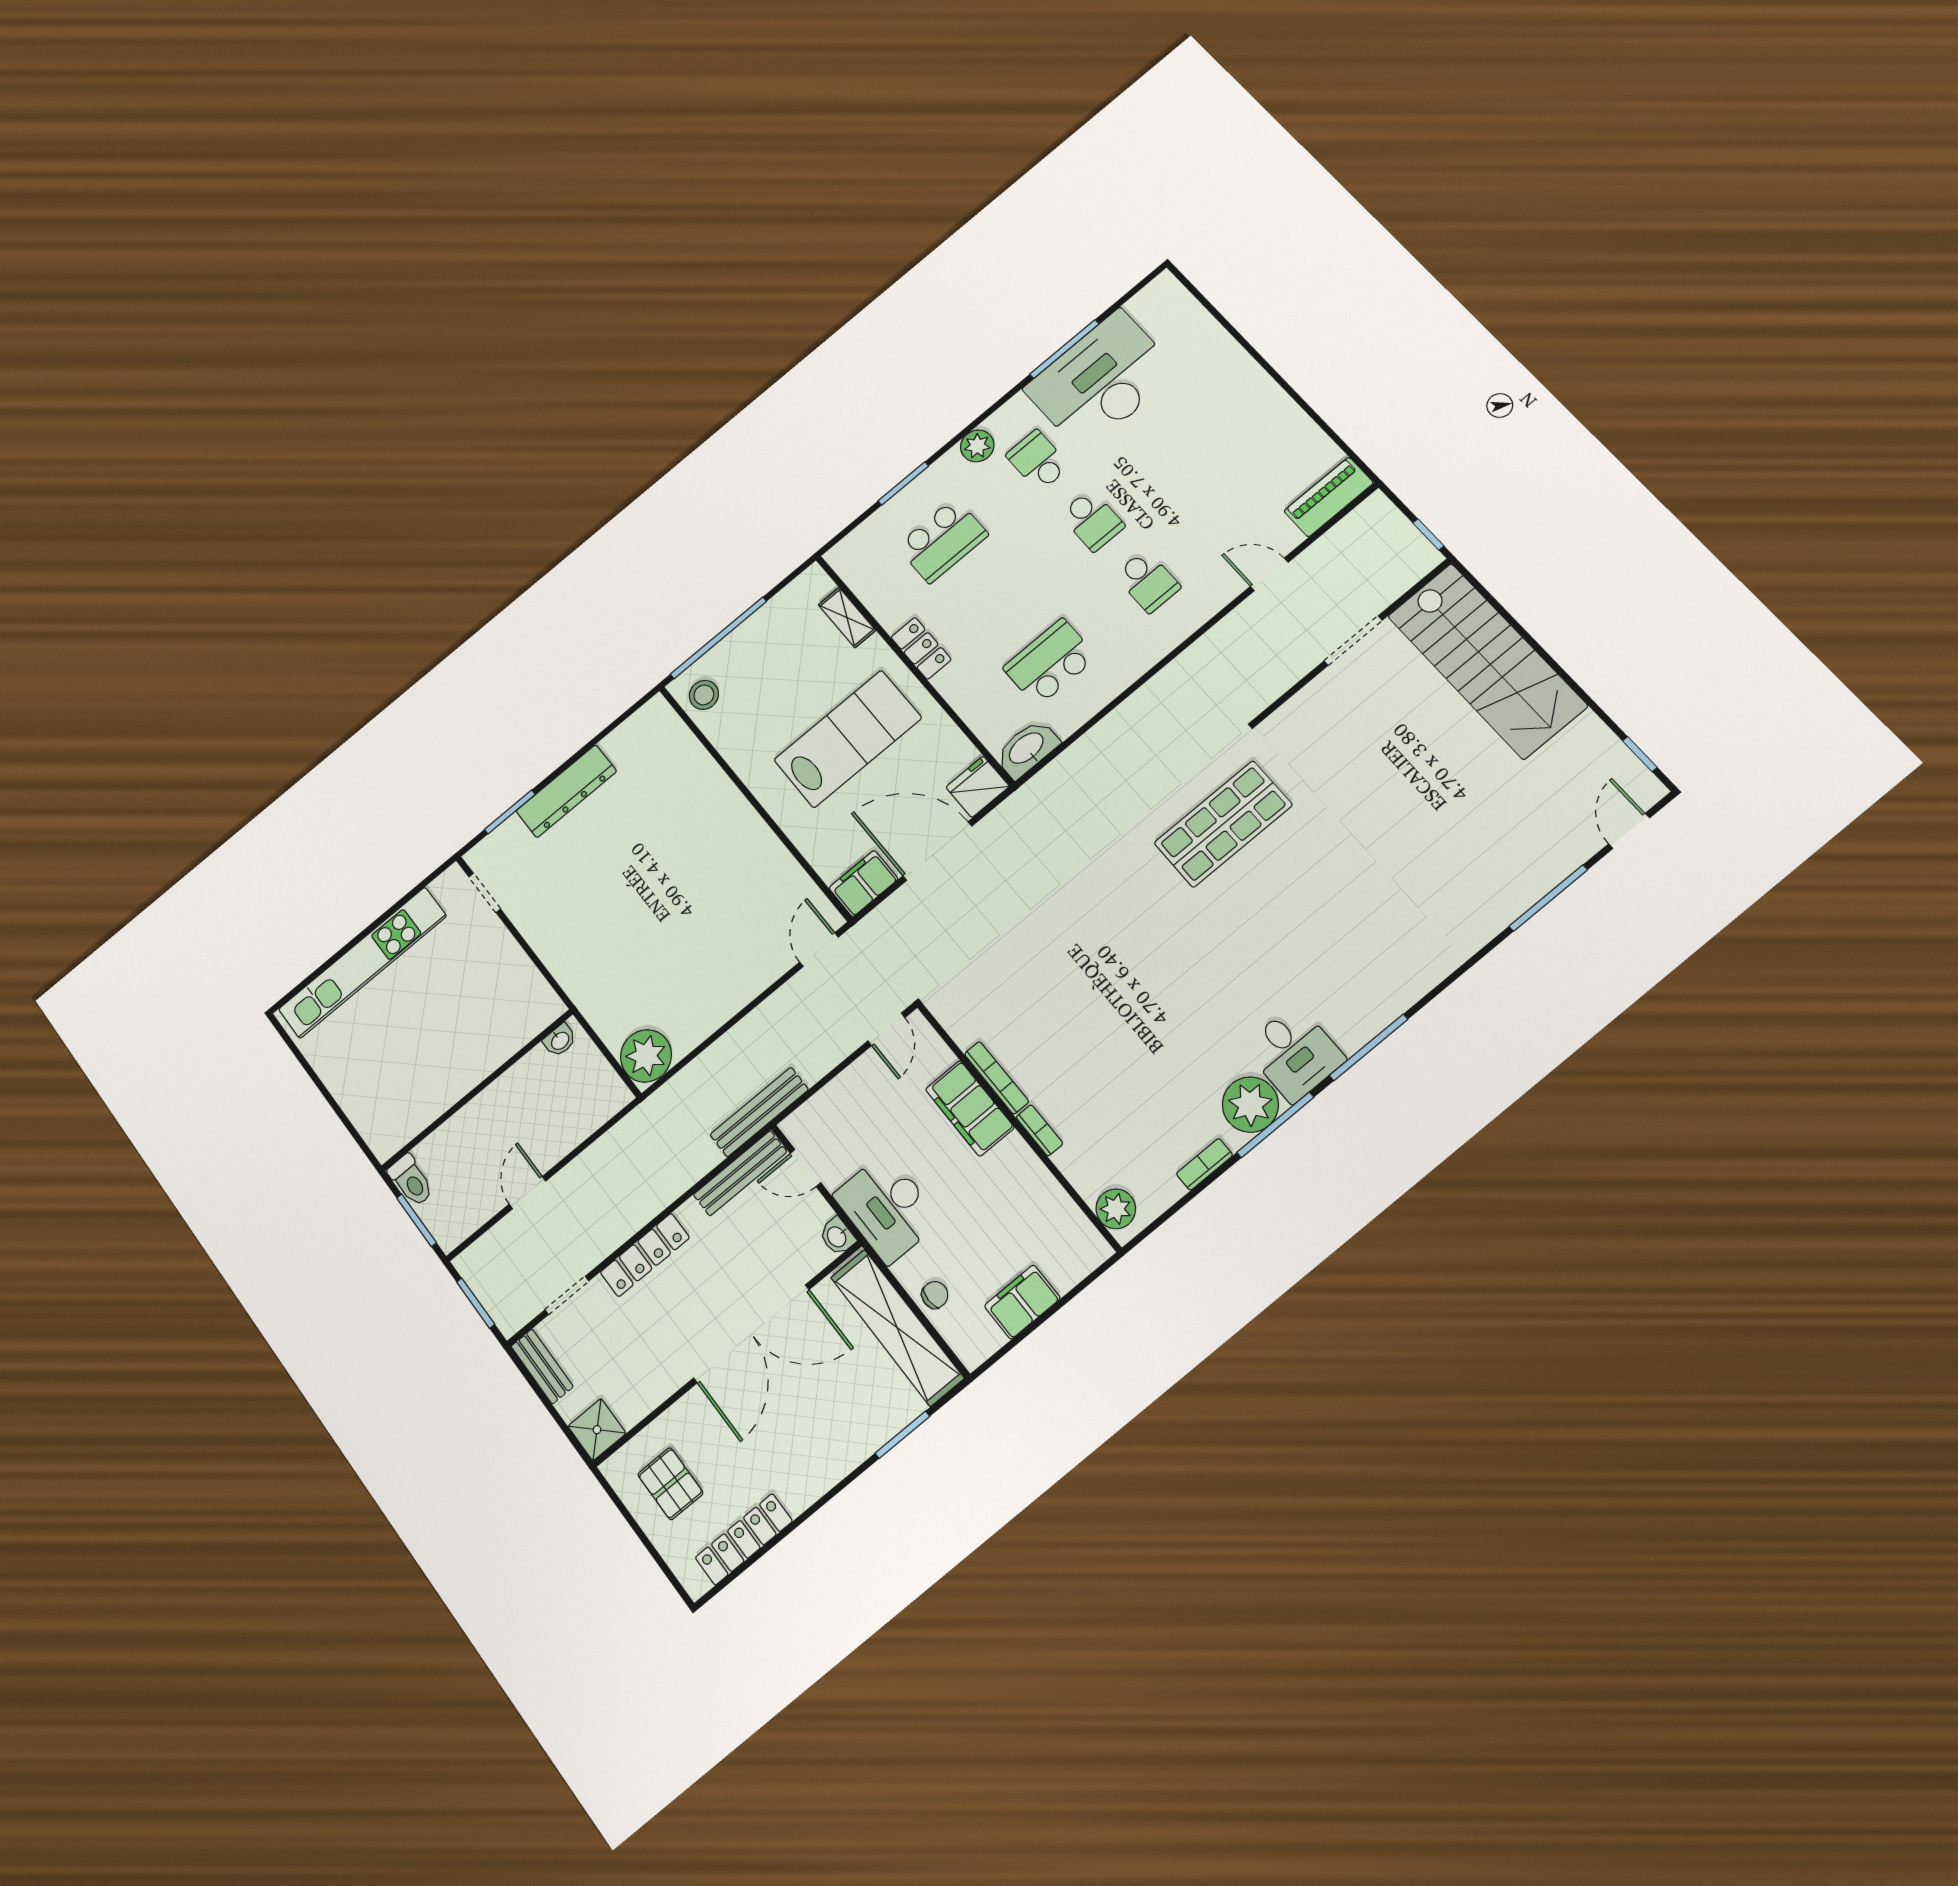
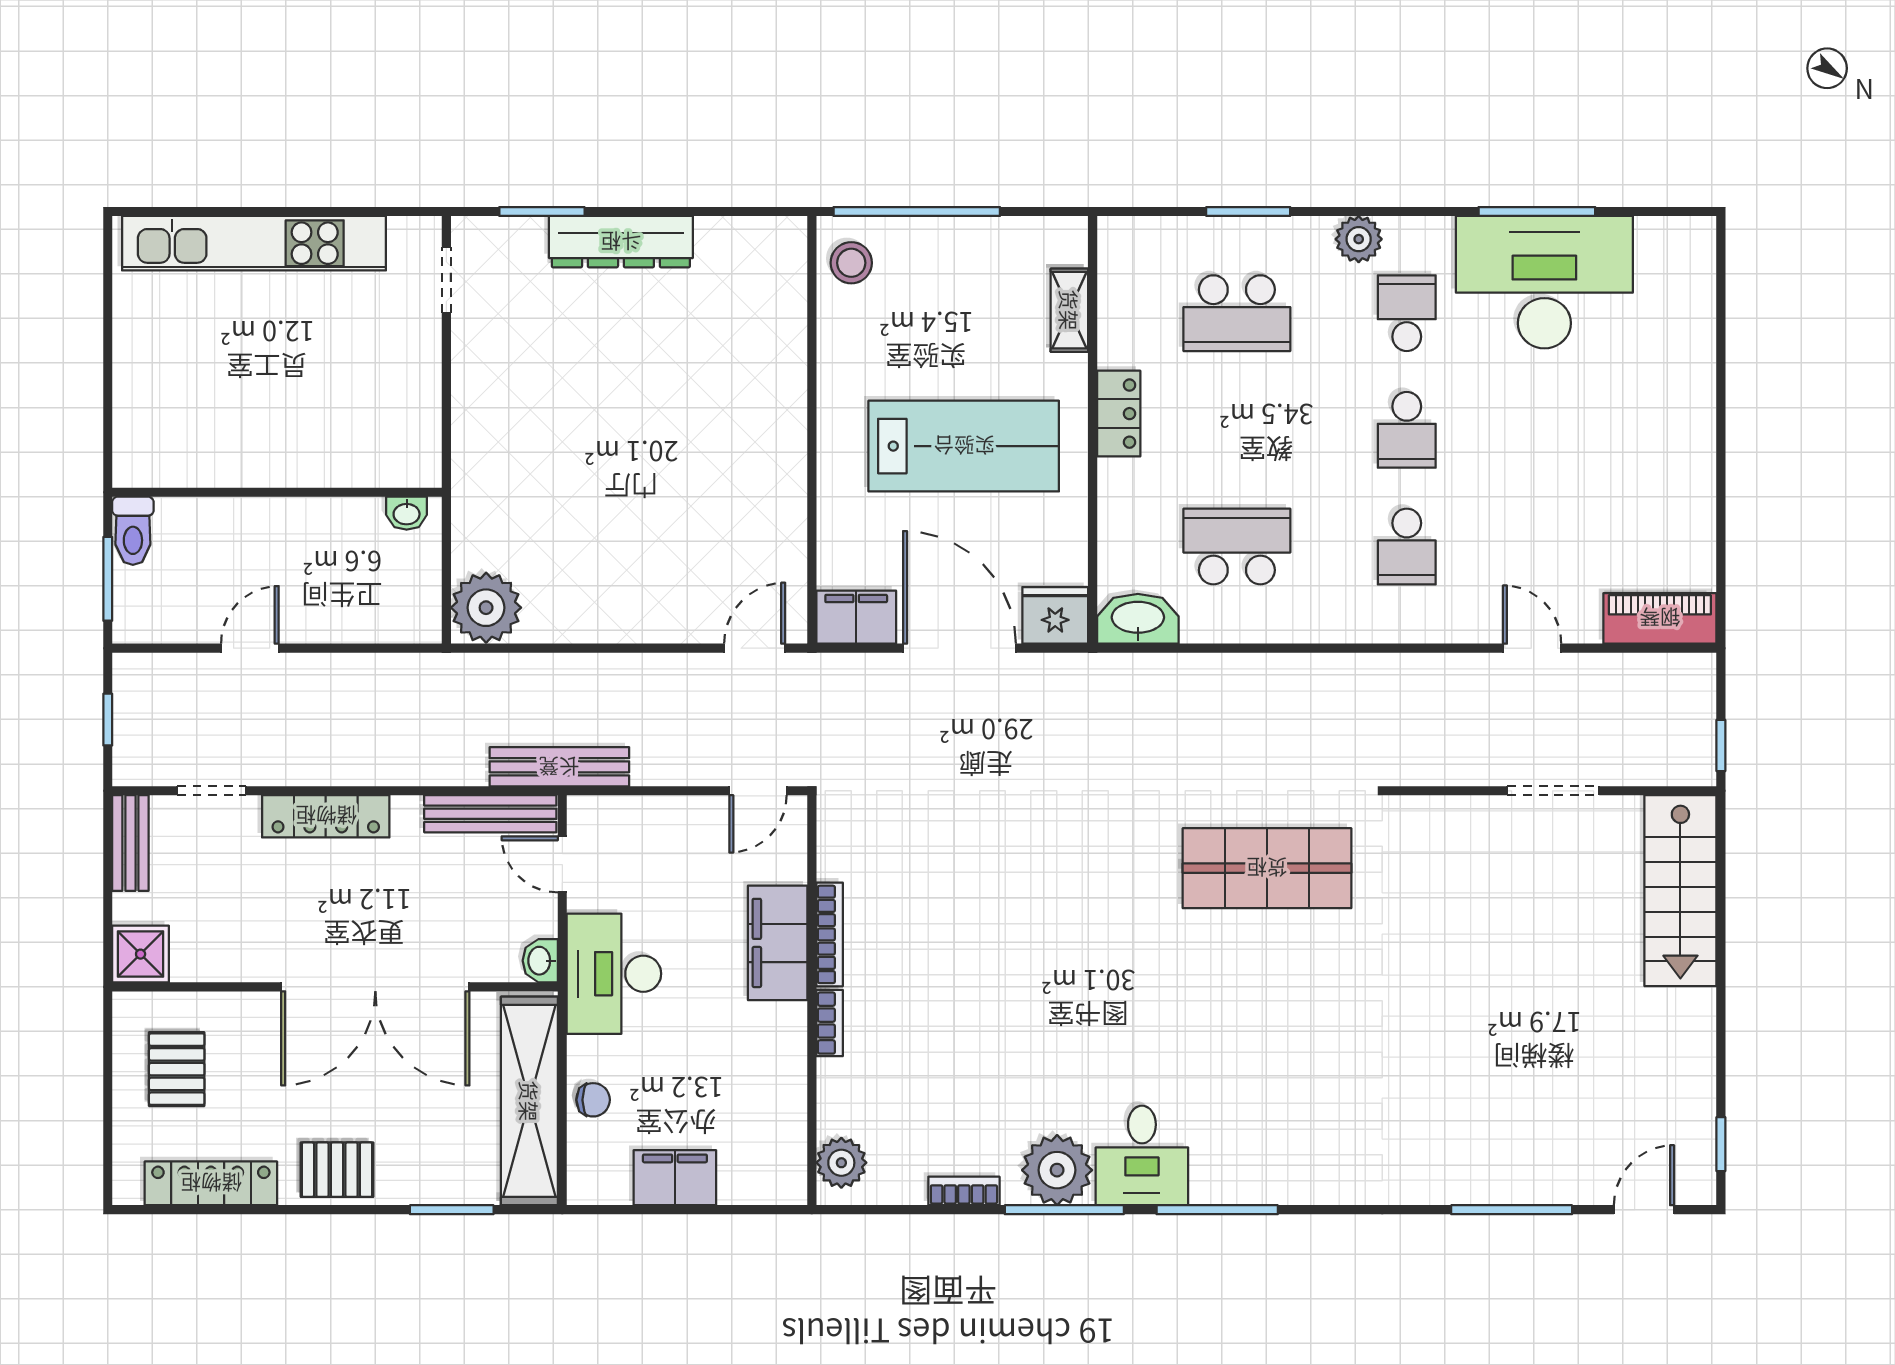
stairs: (1487, 661) -> (1680, 891), width x0.73, depth x0.66
window: (476, 1303) -> (108, 720), width x0.67
pallet: (814, 1467) -> (337, 1170), added

